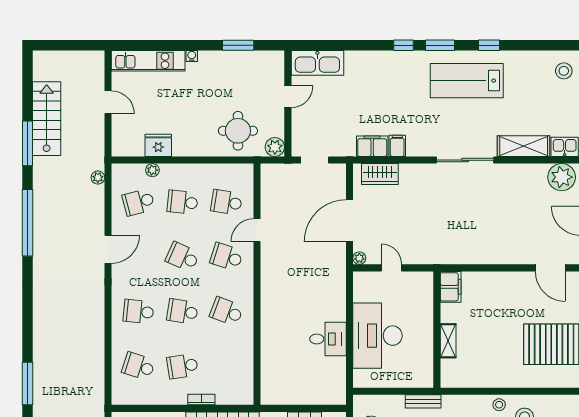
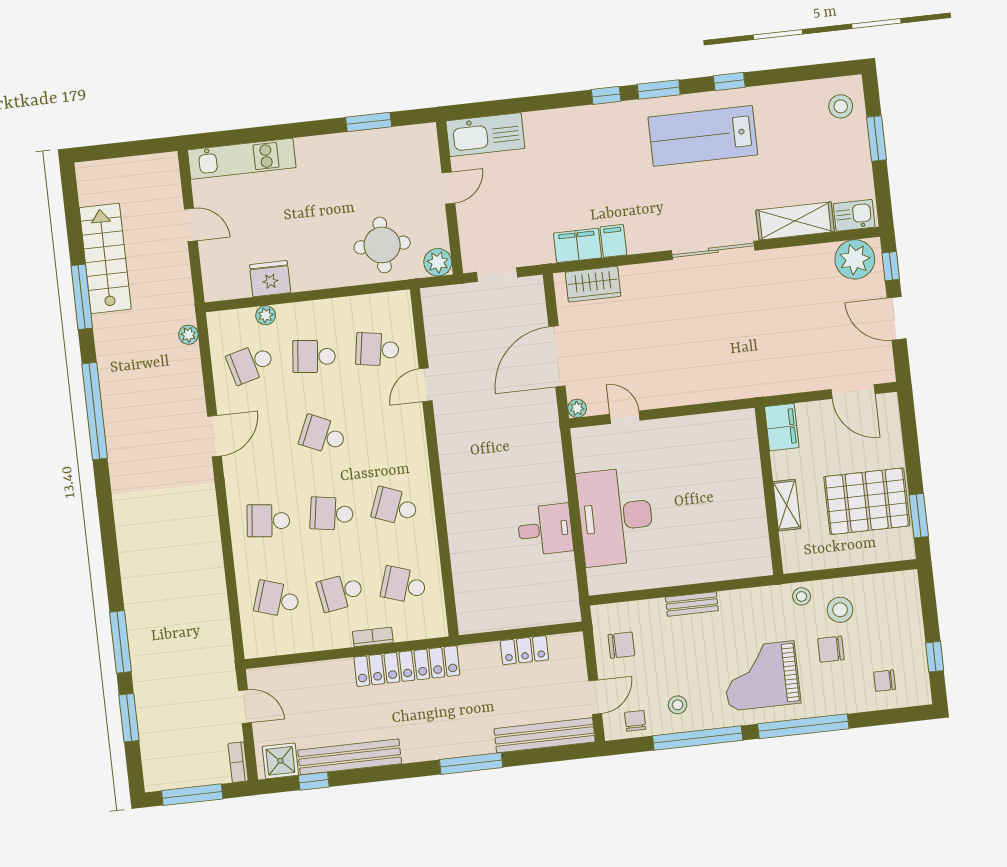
water cooler: (192, 56) -> (304, 145), removed
school desk: (227, 257) -> (404, 585), moved
filing cabinet: (451, 287) -> (782, 427), moved
wall: (437, 330) -> (769, 491), moved
shelving: (448, 341) -> (787, 505), moved

